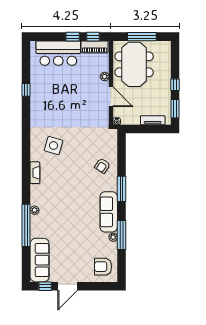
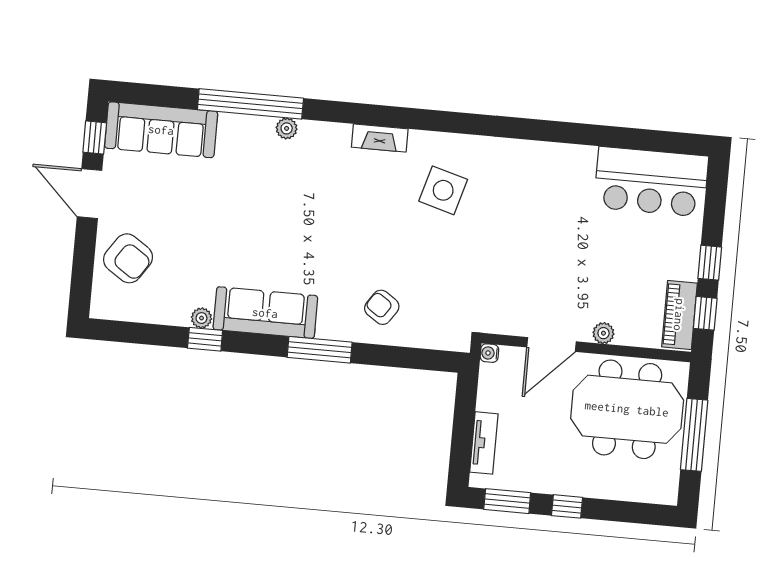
bar counter: (58, 53) -> (651, 182), moved, turned -90
window: (26, 90) -> (588, 135), removed
window: (121, 235) -> (205, 339), width x0.46
armchair: (103, 267) -> (128, 258), moved, turned 124

